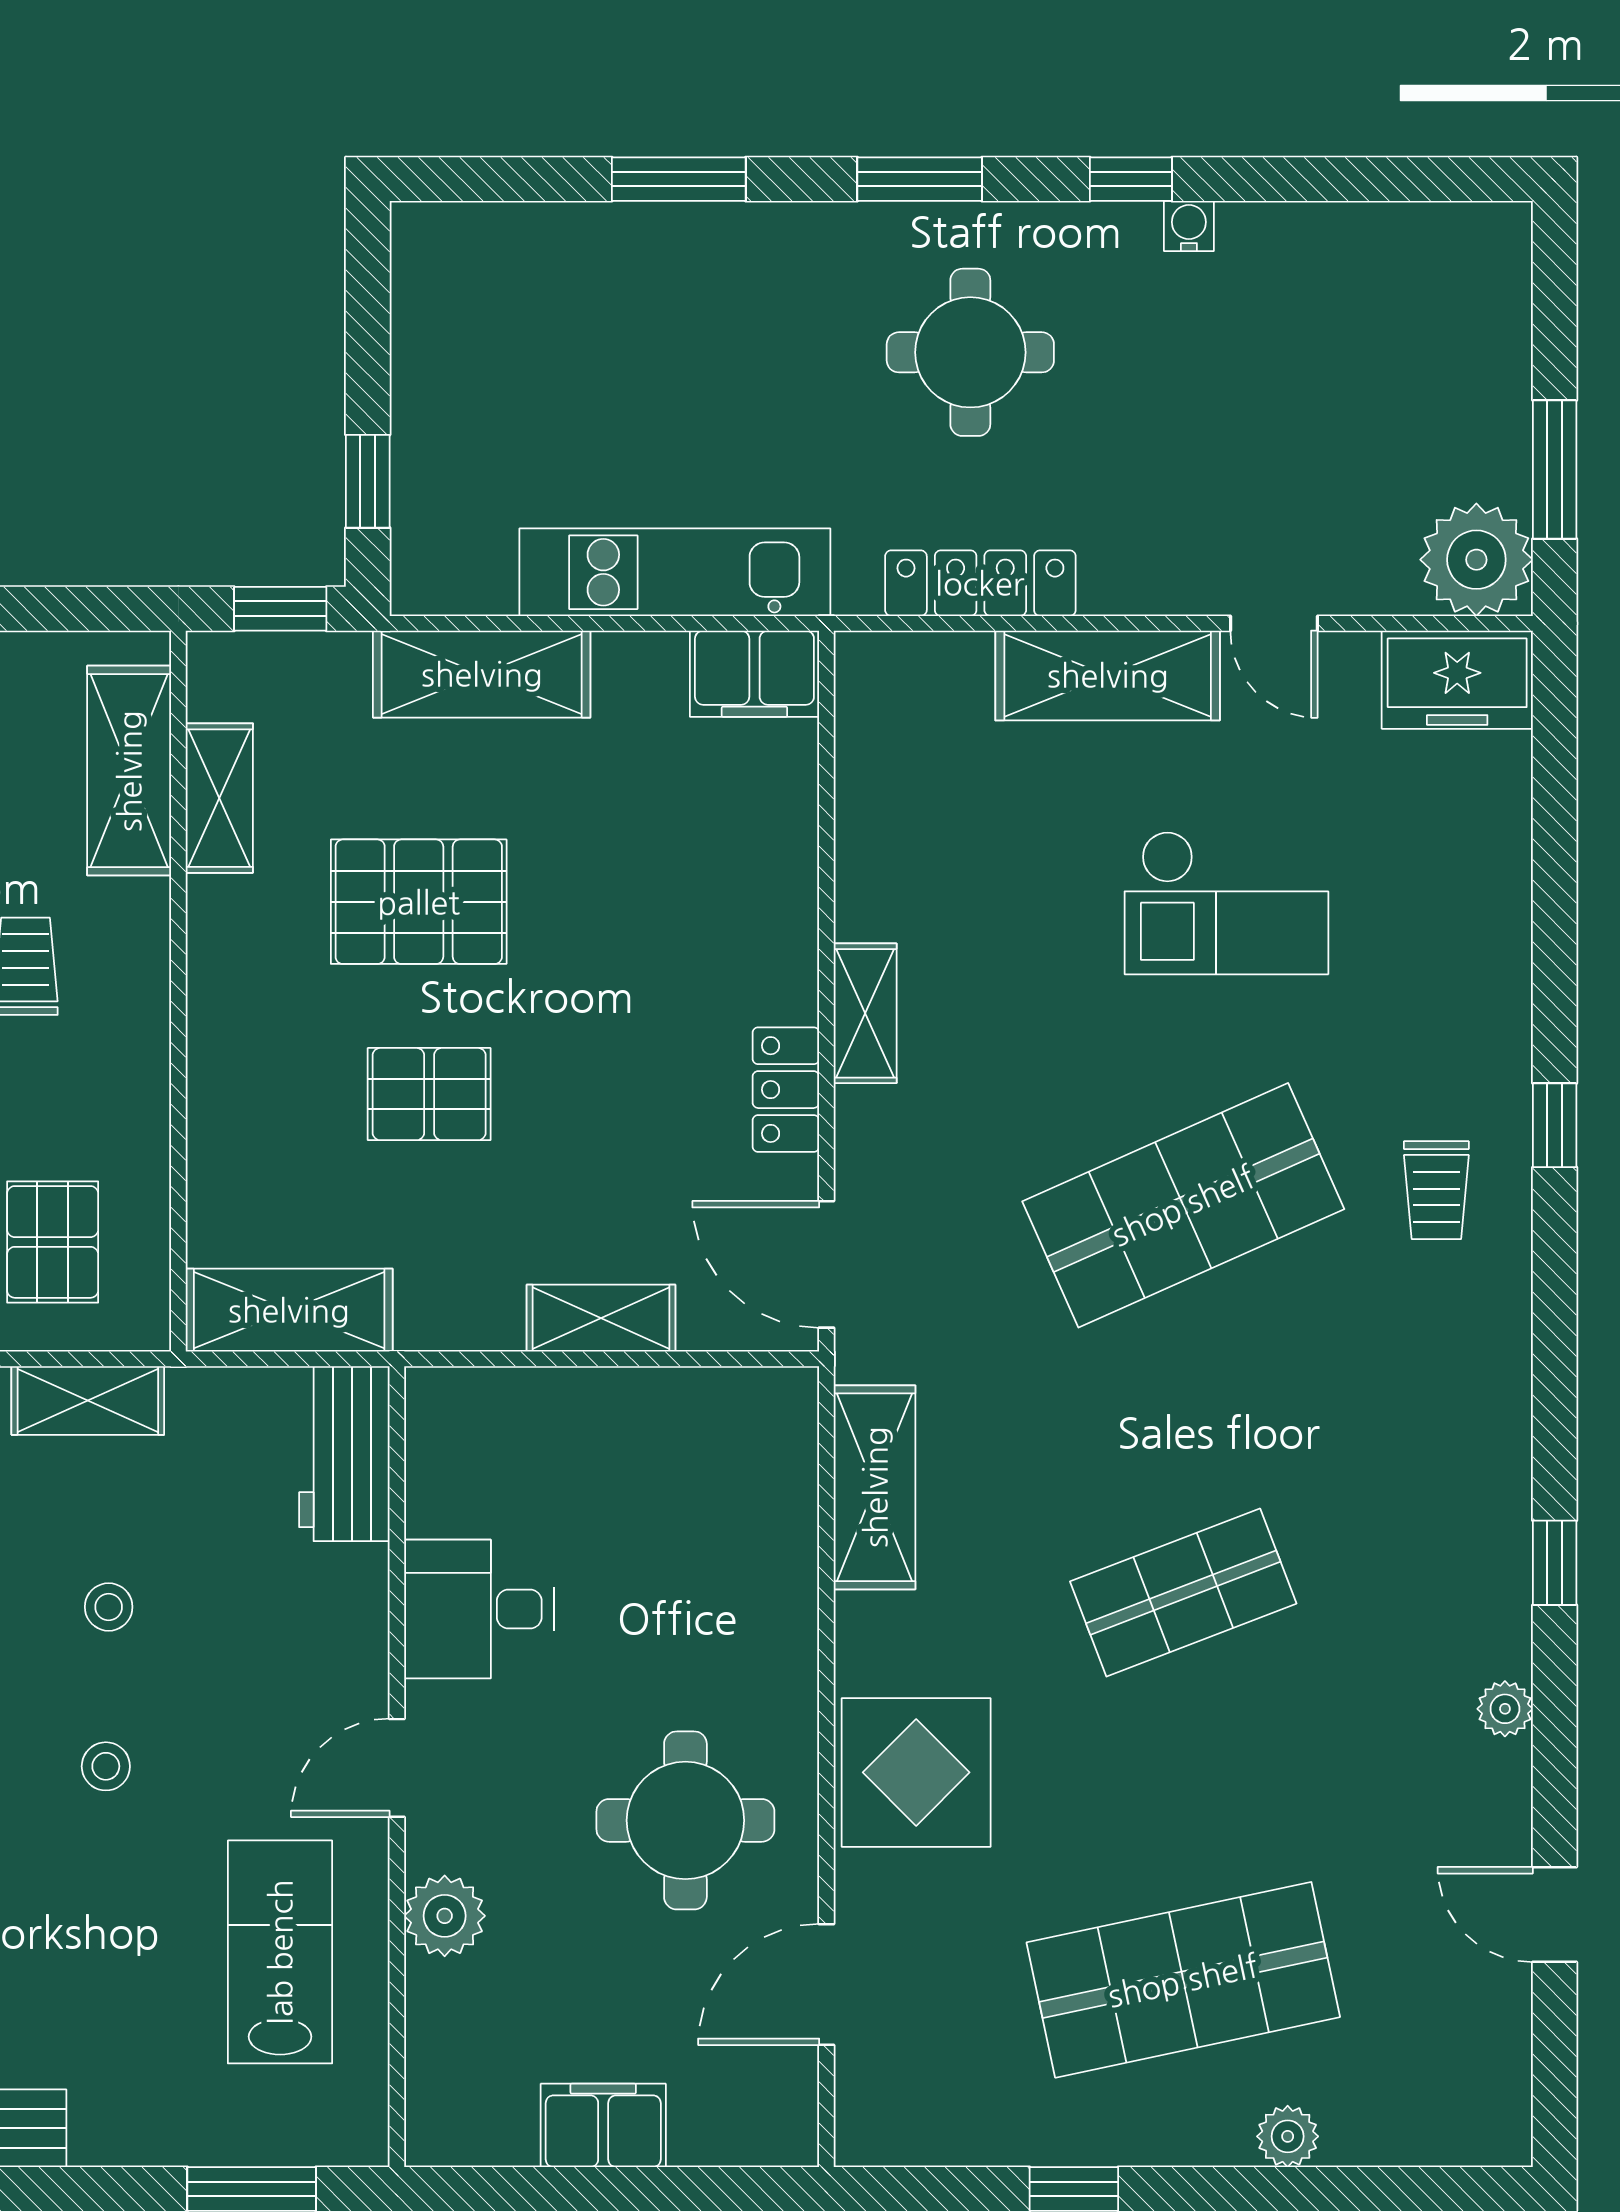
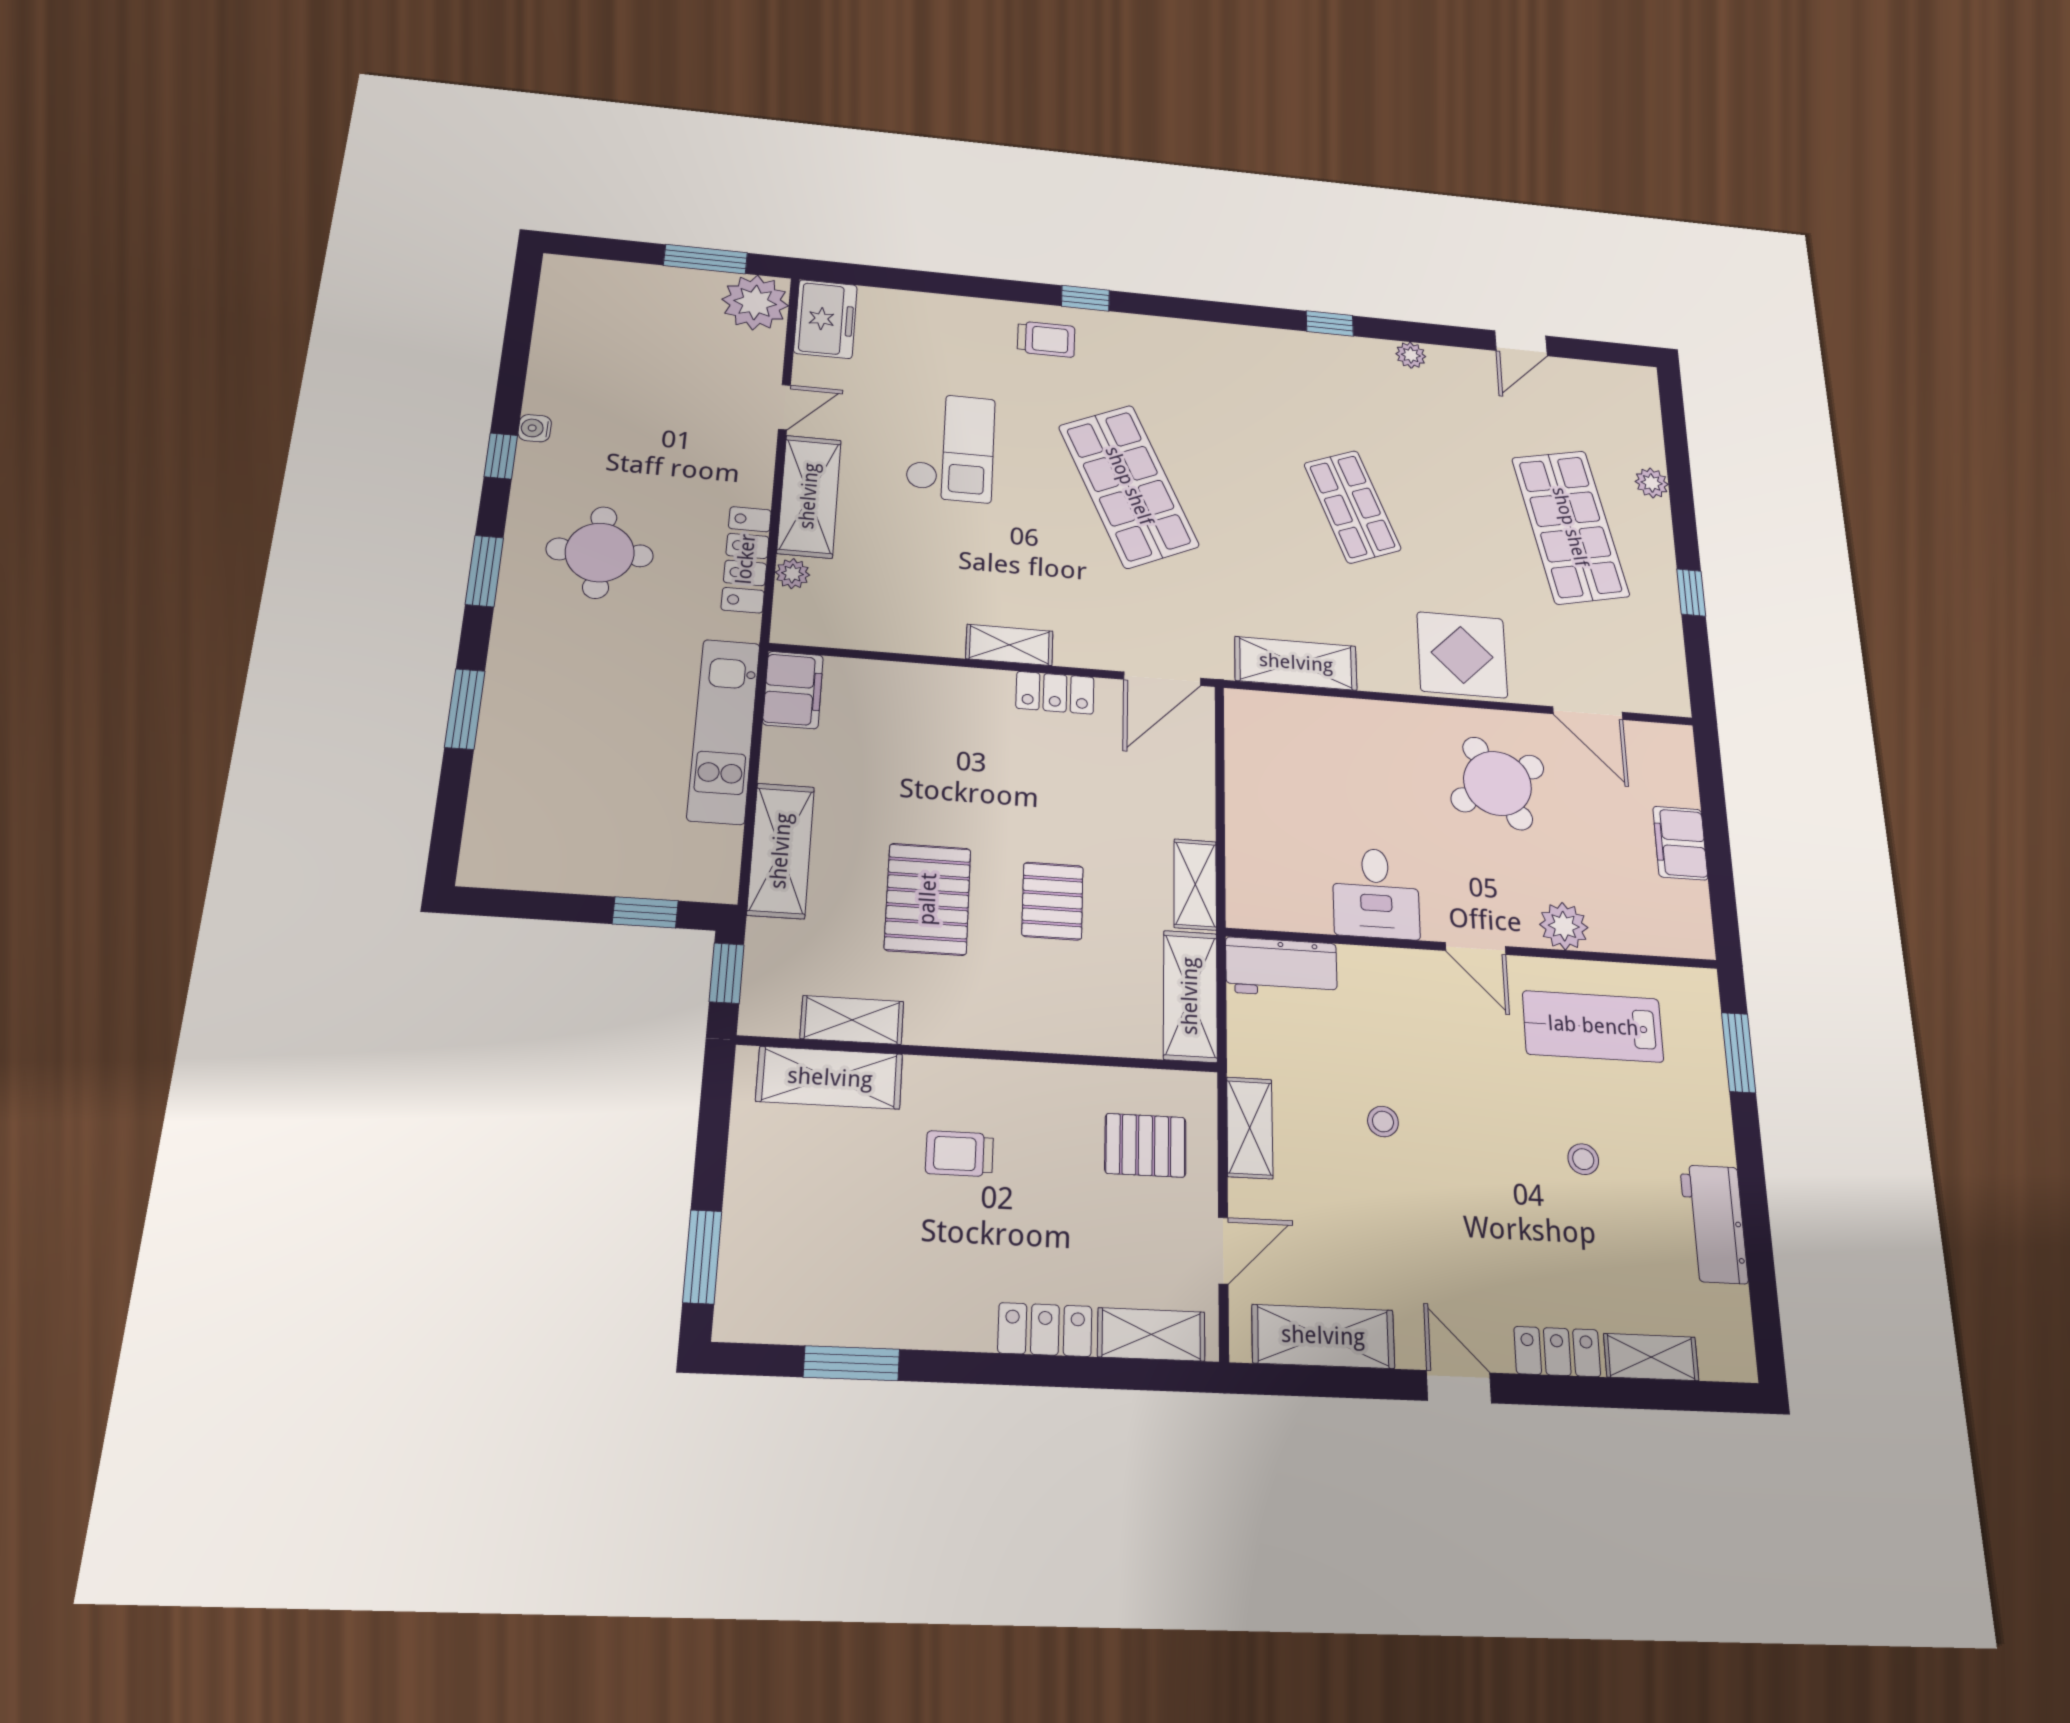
plant: (962, 658) -> (792, 574), added
trolley: (1436, 1190) -> (1046, 339), moved
shelving: (601, 1318) -> (1195, 884), moved
stool: (106, 1766) -> (1583, 1159), moved
round table: (685, 1820) -> (1497, 783), turned -30

